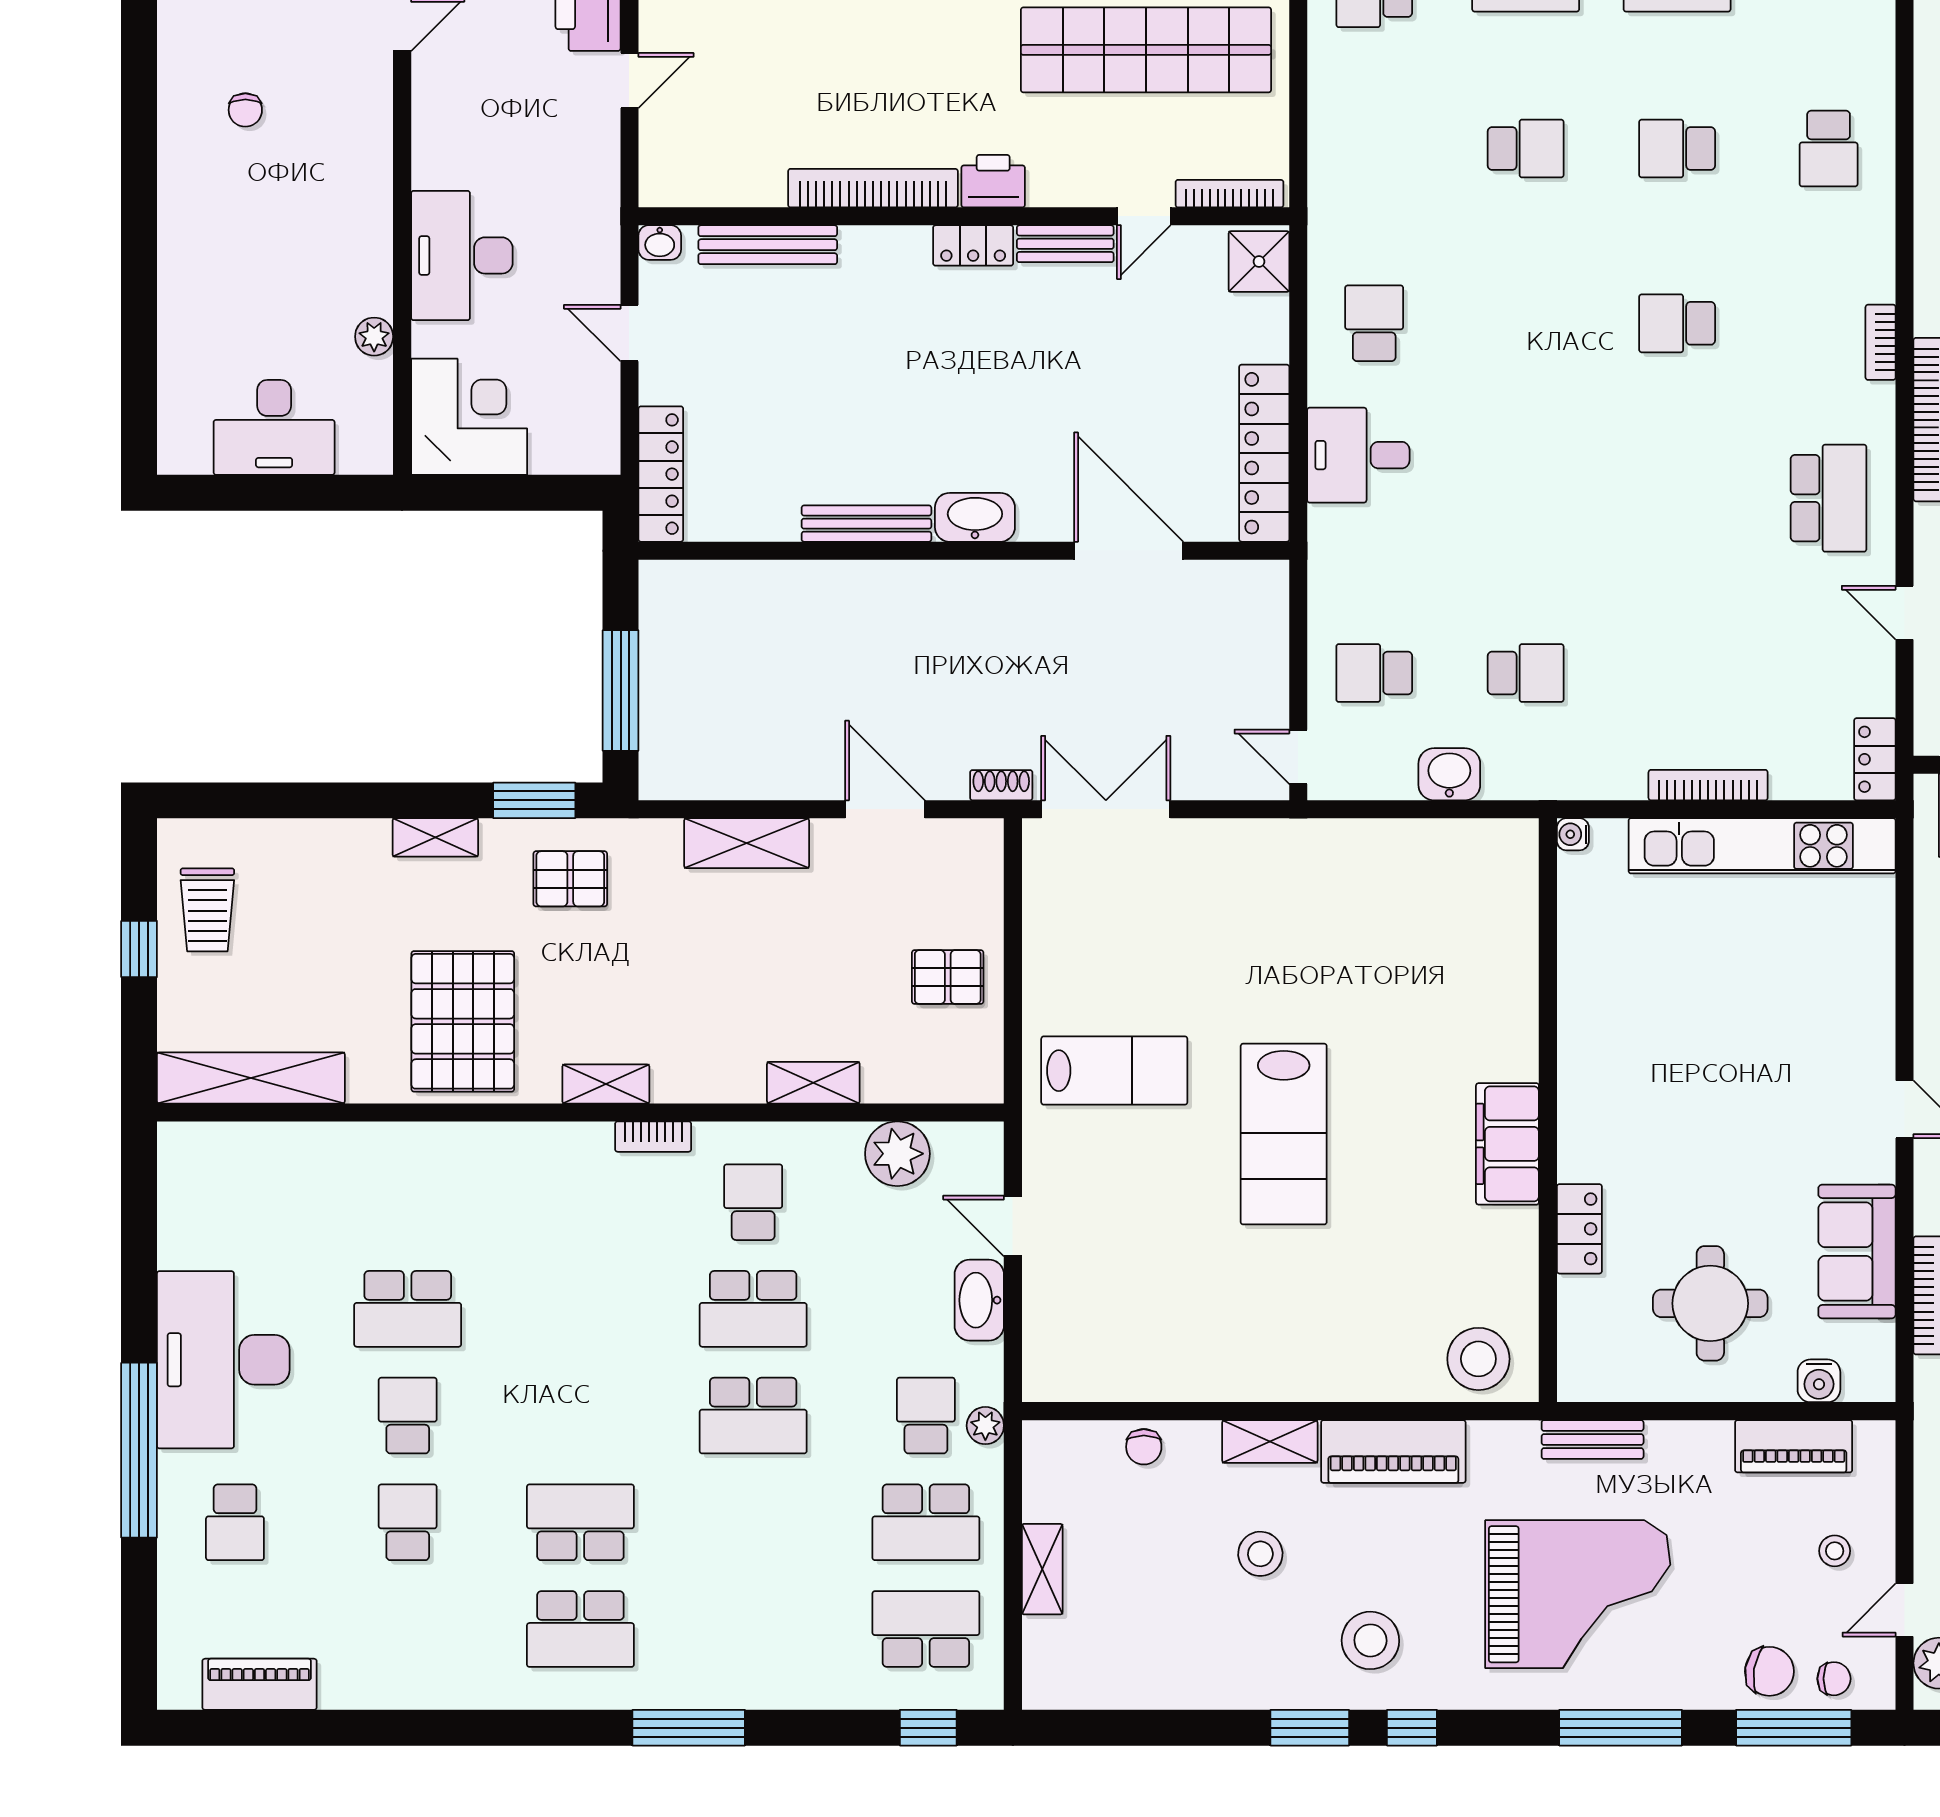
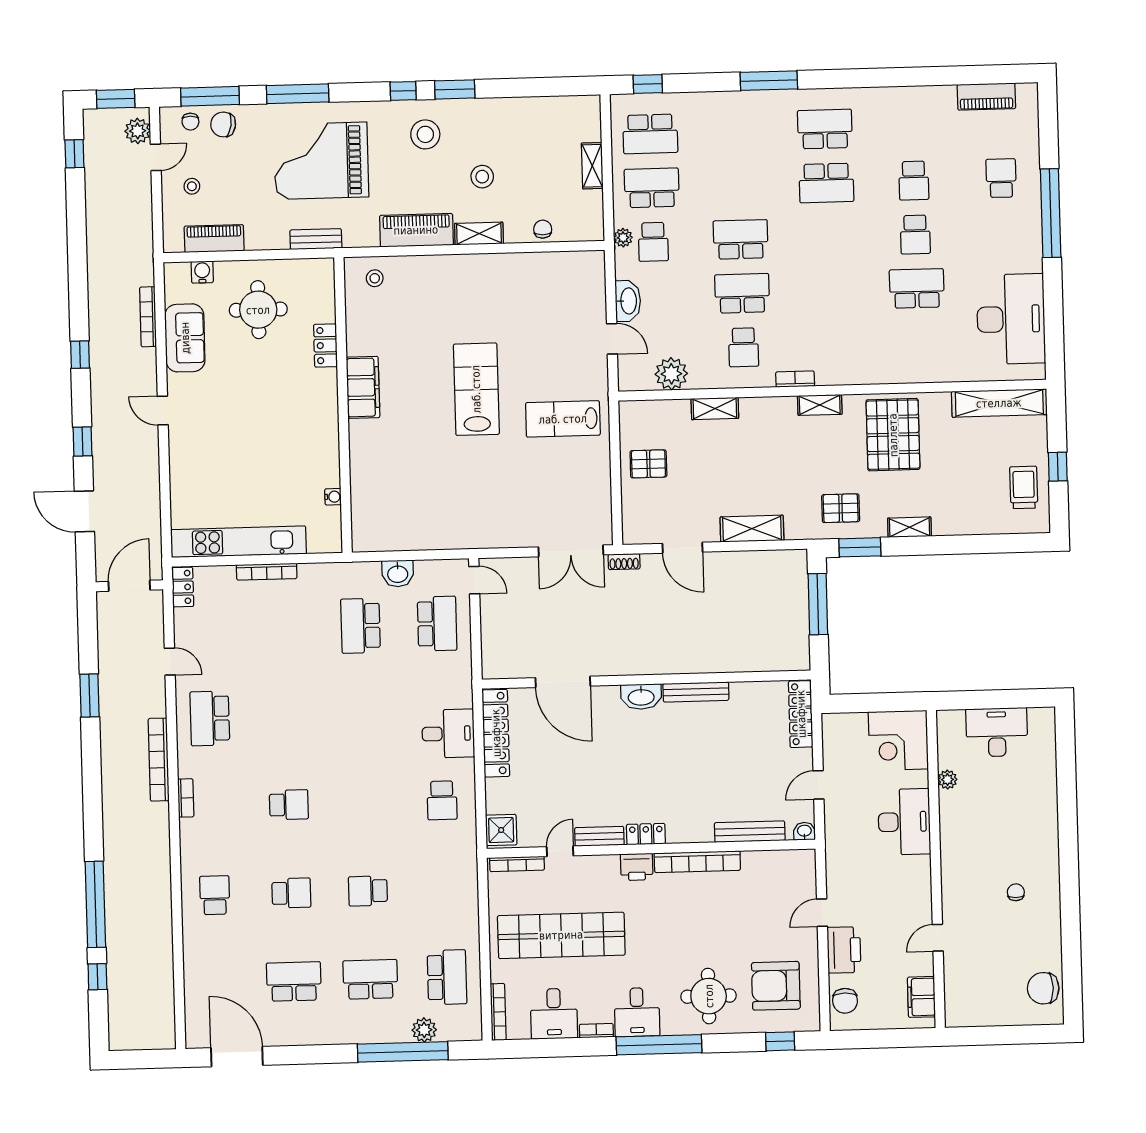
door: (629, 333) -> (818, 785), swing flipped
school desk: (1374, 673) -> (437, 624), width x1.85
school desk: (1526, 673) -> (361, 626), width x1.85
water cooler: (1573, 834) -> (333, 497), moved
stool: (1478, 1359) -> (375, 278), width x0.53, depth x0.53
desk: (223, 1360) -> (1011, 319), moved
chair: (1834, 1679) -> (190, 122), turned -90

